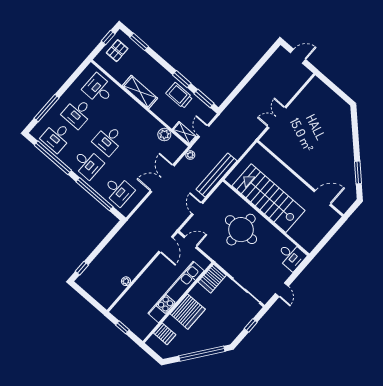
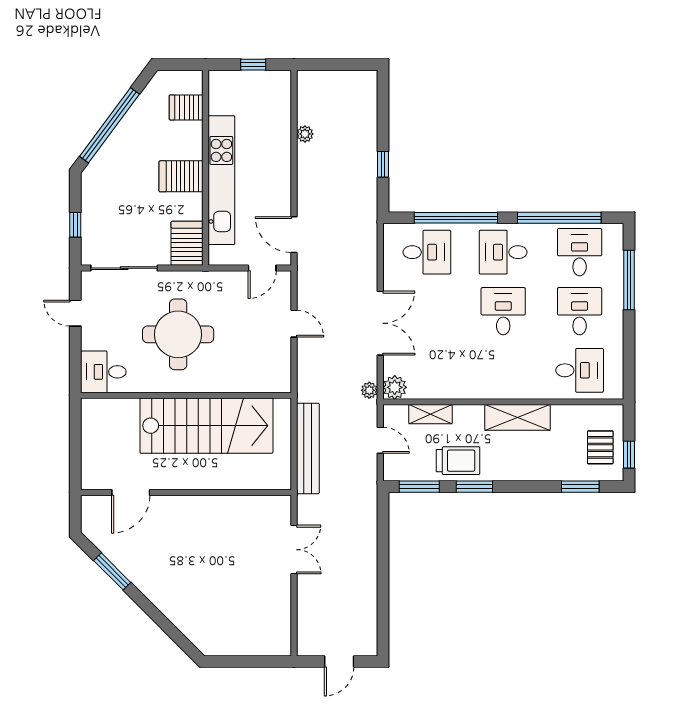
shelving: (184, 133) -> (430, 414), moved
plant: (164, 135) -> (395, 387), moved
bench: (217, 175) -> (308, 448), moved
desk: (118, 191) -> (427, 252), turned 180
round table: (241, 230) -> (178, 334), moved
window: (82, 268) -> (383, 164), moved
server rack: (188, 312) -> (181, 176), width x0.63

